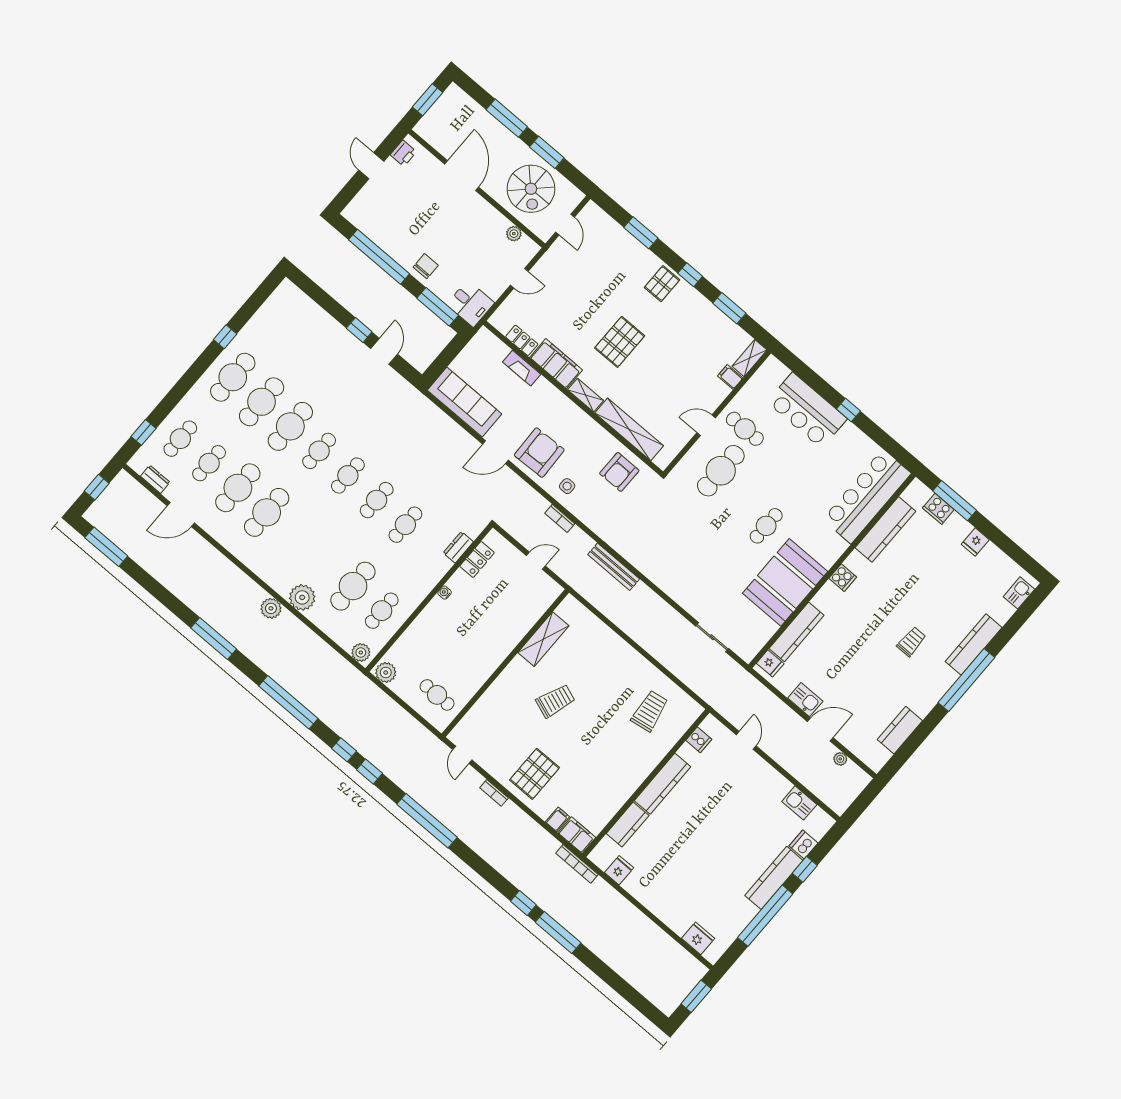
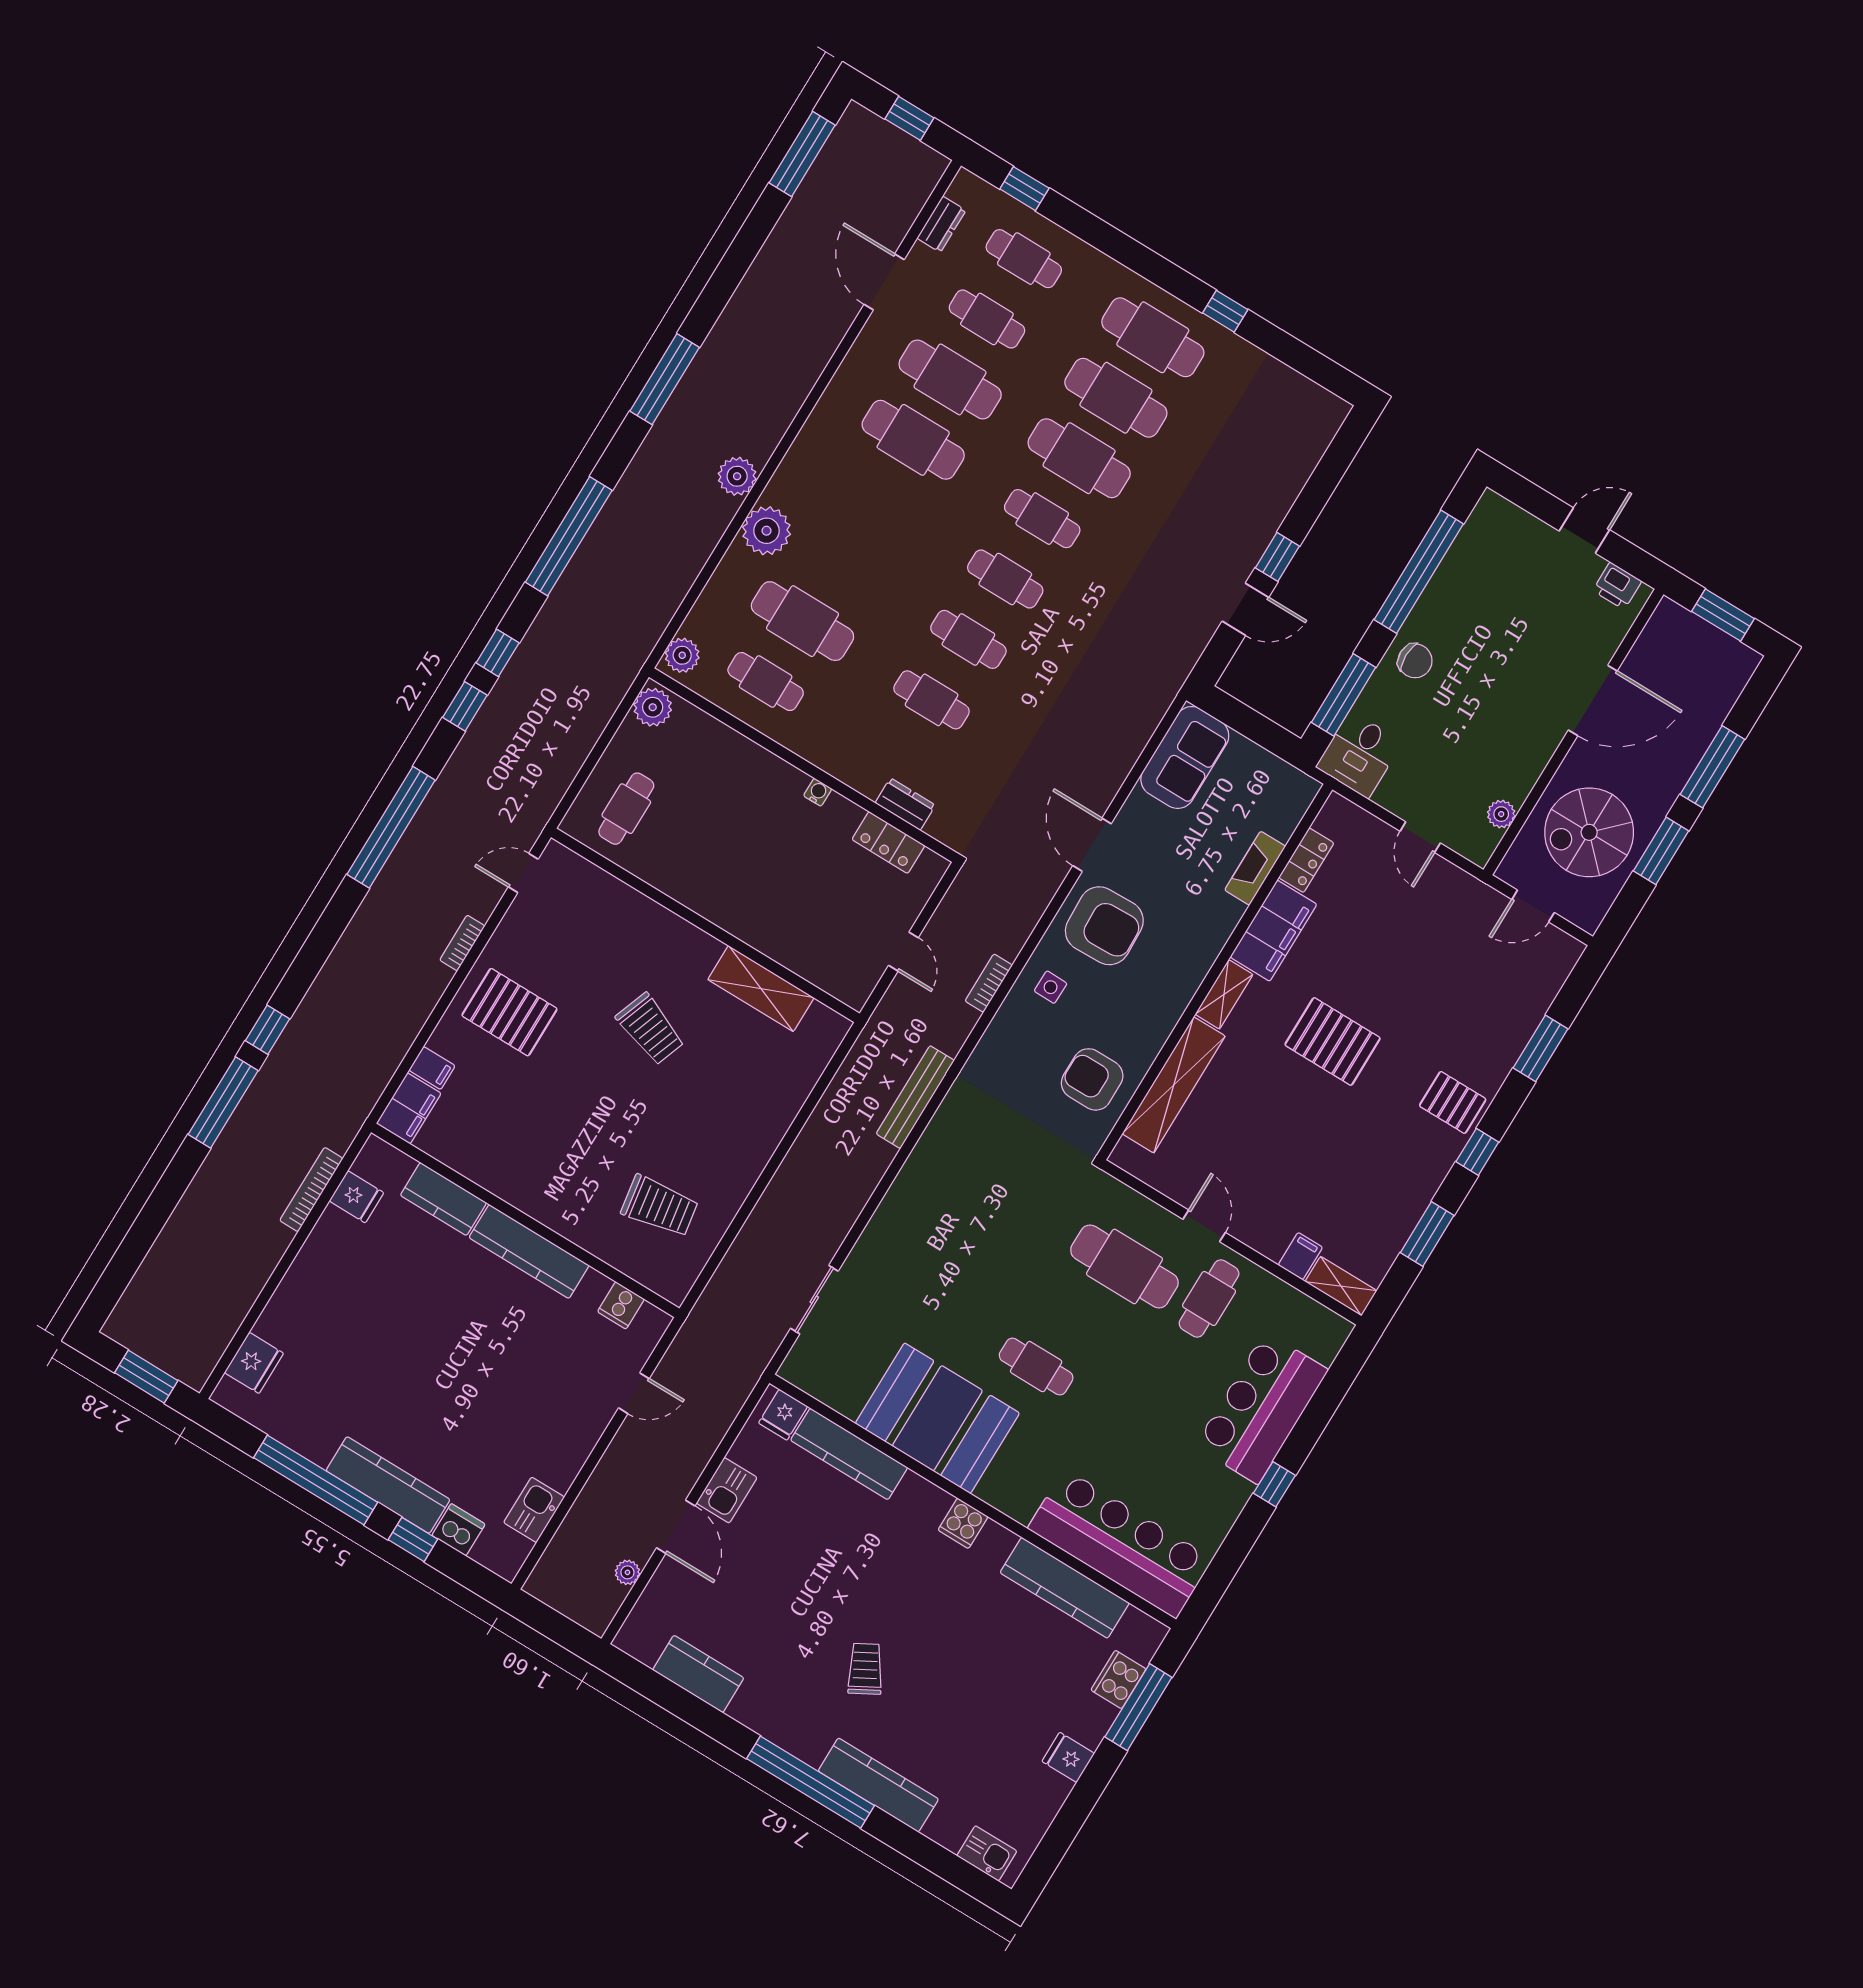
sofa: (465, 402) -> (1185, 757), width x0.73
trolley: (911, 642) -> (865, 1669), turned -119
bookcase: (577, 864) -> (311, 1189), moved

